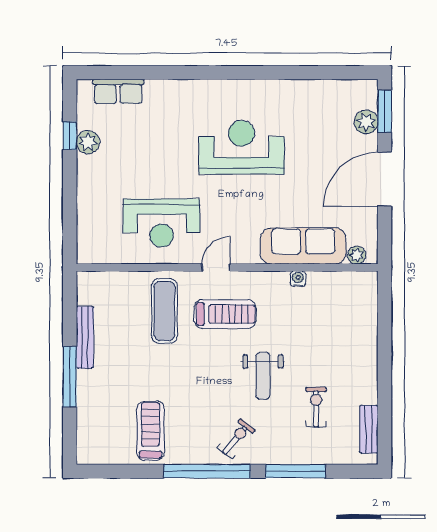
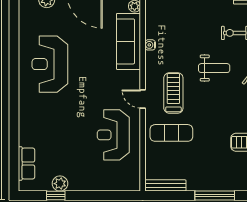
reception desk: (241, 147) -> (50, 64), moved
reception desk: (162, 223) -> (113, 135), turned 180
bench: (85, 337) -> (165, 185), moved

